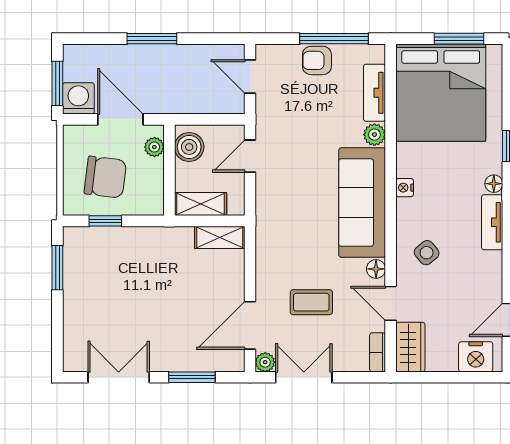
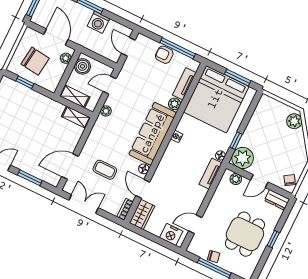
washing machine: (78, 98) -> (99, 22), moved, turned 180
side table: (427, 253) -> (172, 173), removed
plant: (265, 362) -> (106, 111), moved

